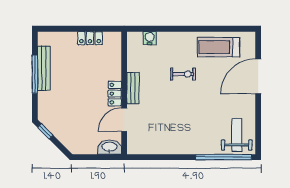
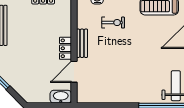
exercise bike: (183, 74) -> (113, 23), moved

